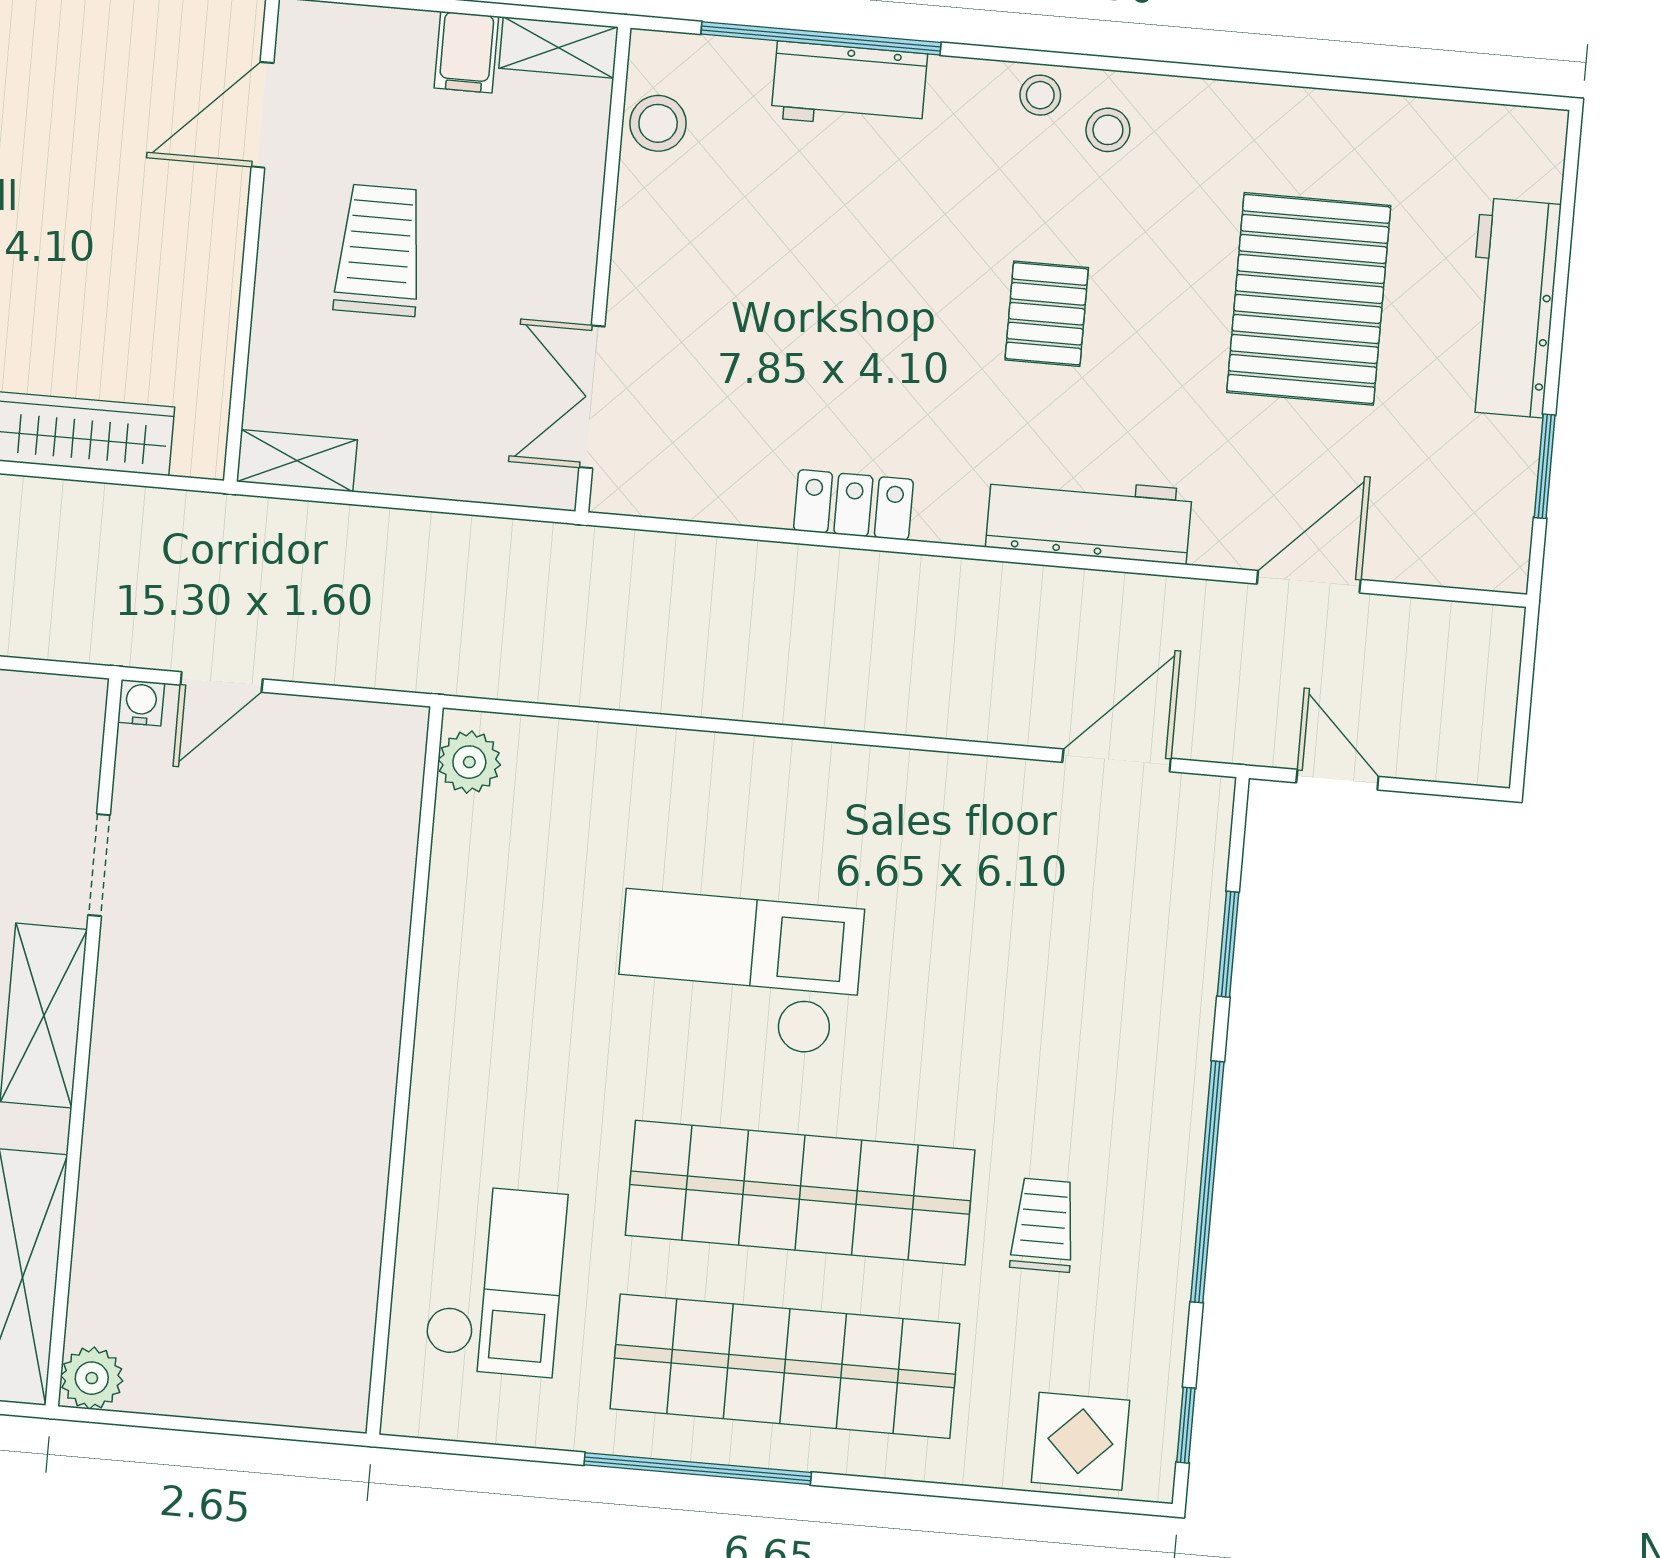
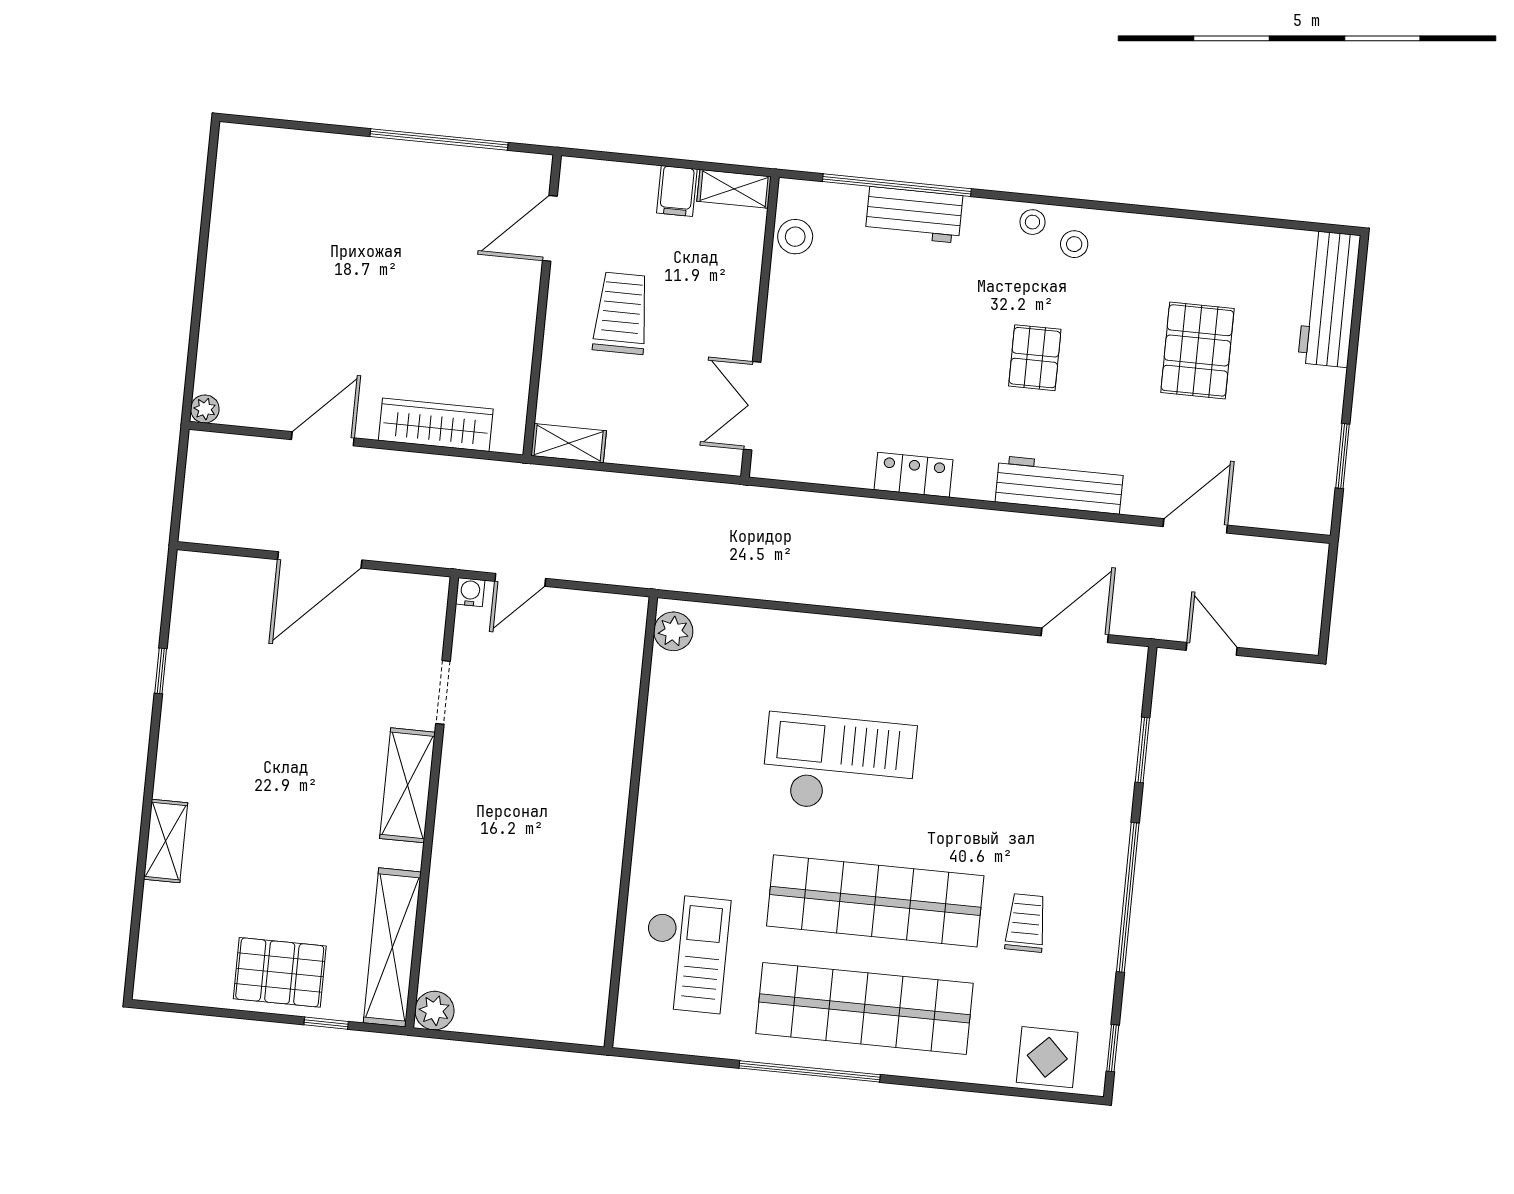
pallet: (1309, 299) -> (1197, 350), width x0.73, depth x0.71
workbench: (1512, 308) -> (1329, 299), moved

